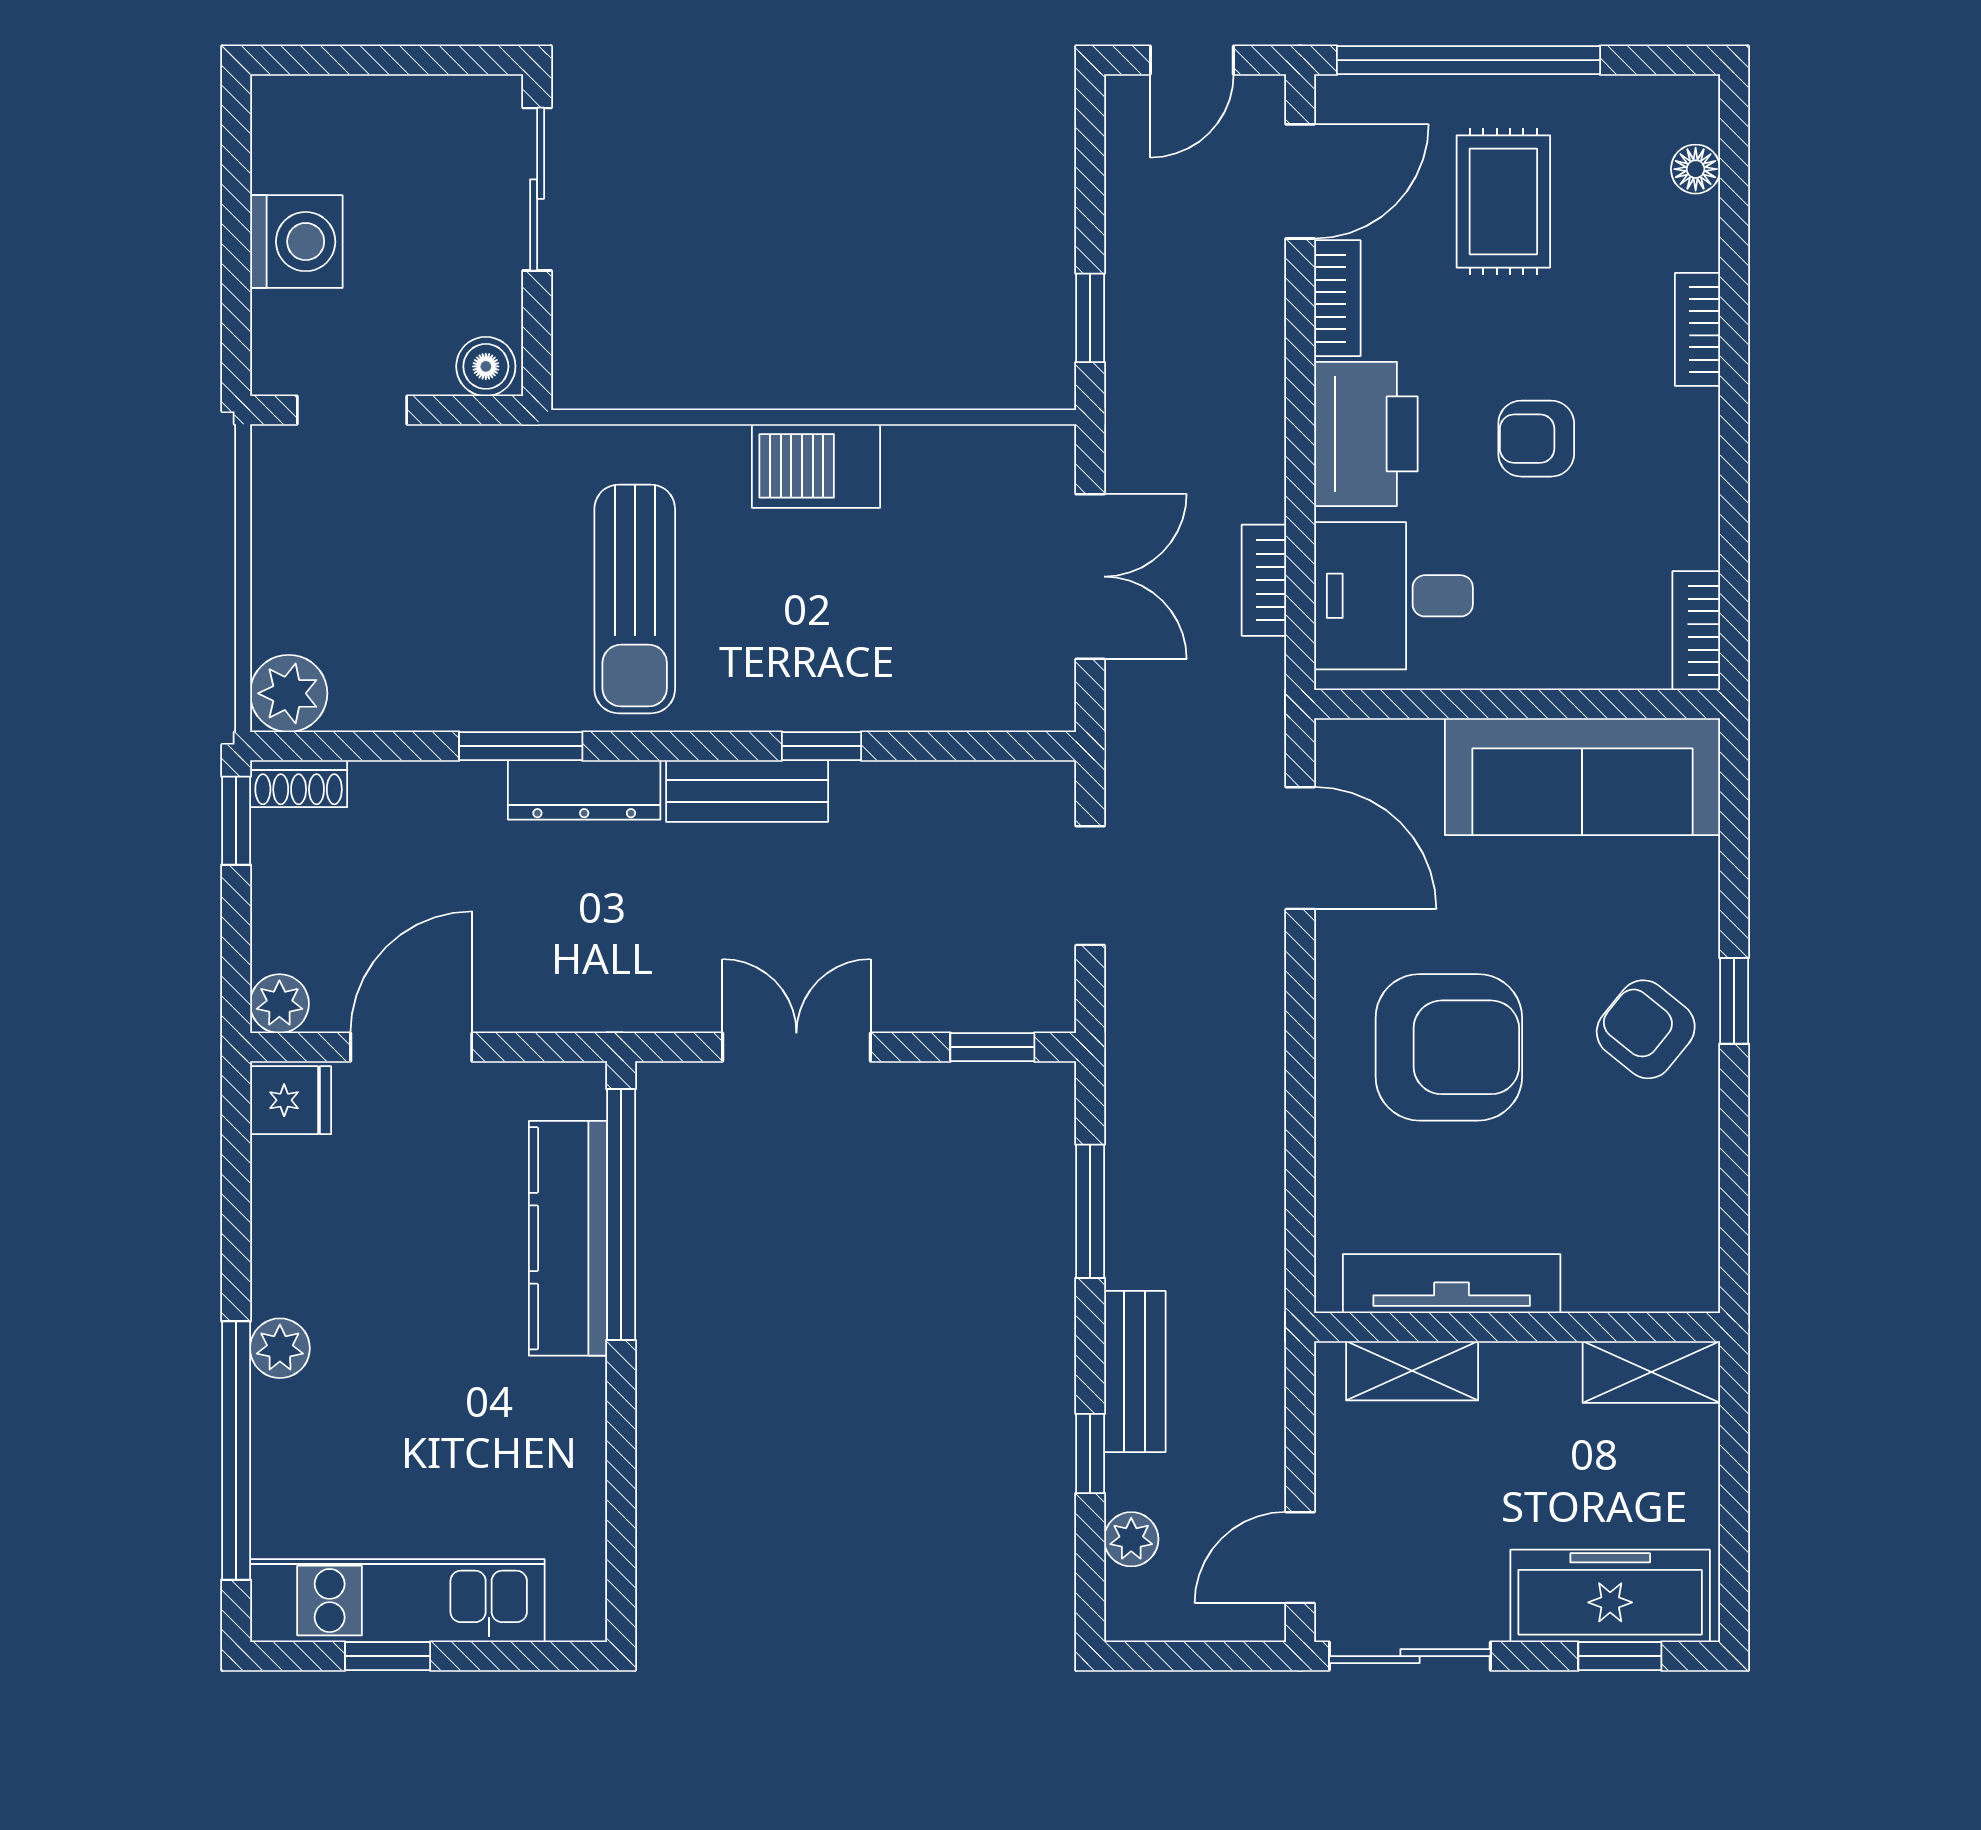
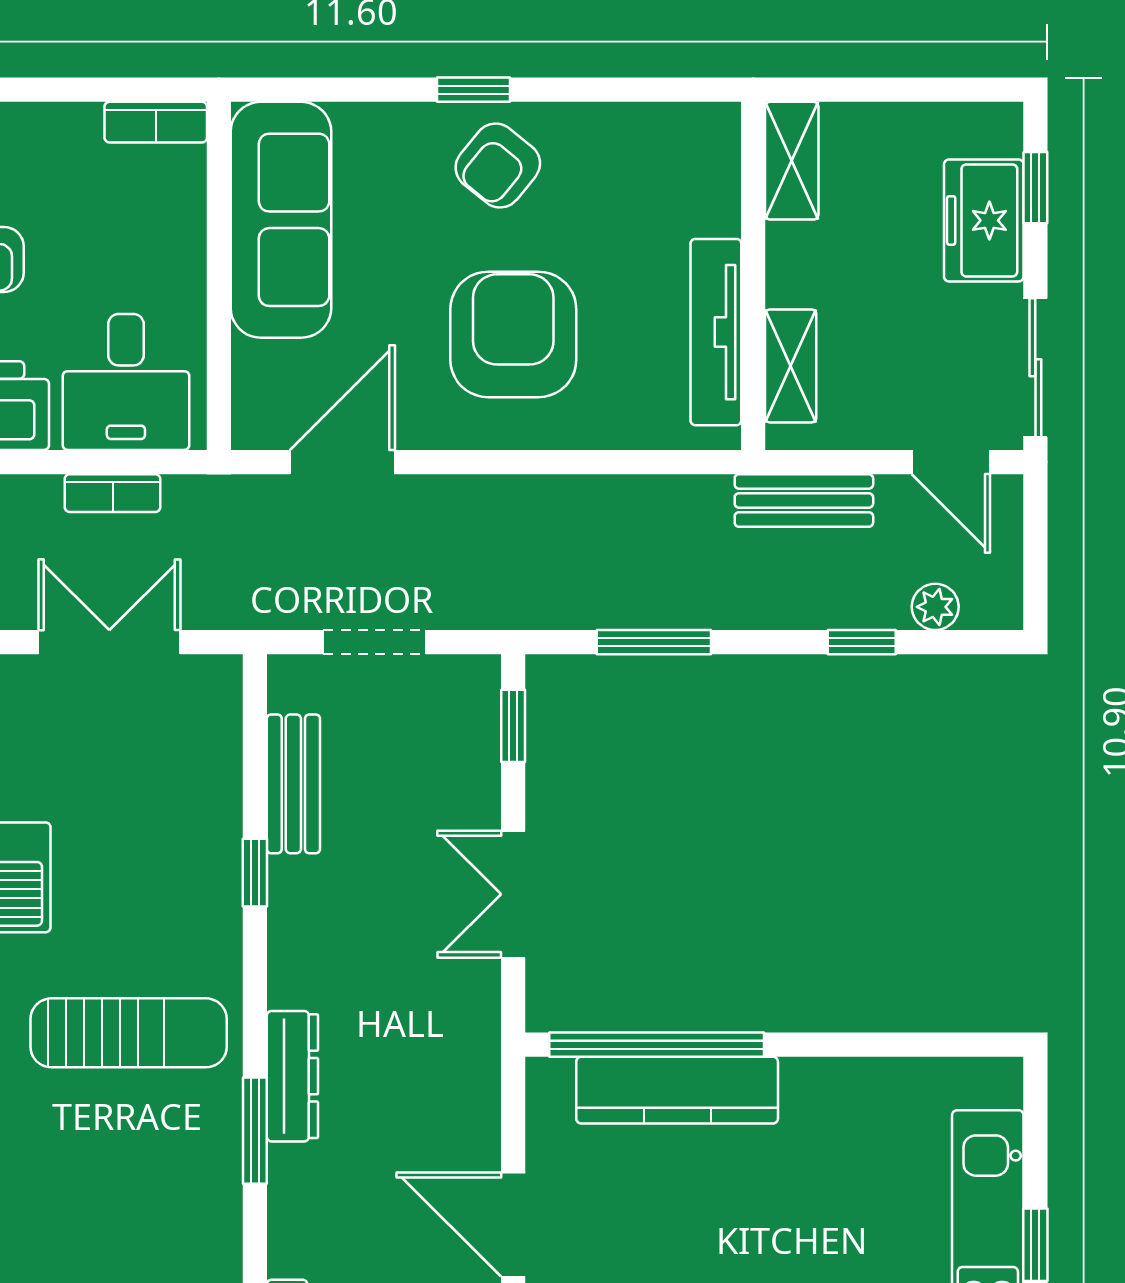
bench: (747, 791) -> (293, 784), moved
bench: (1135, 1372) -> (804, 500), moved
freezer: (1610, 1596) -> (984, 220), width x0.71

